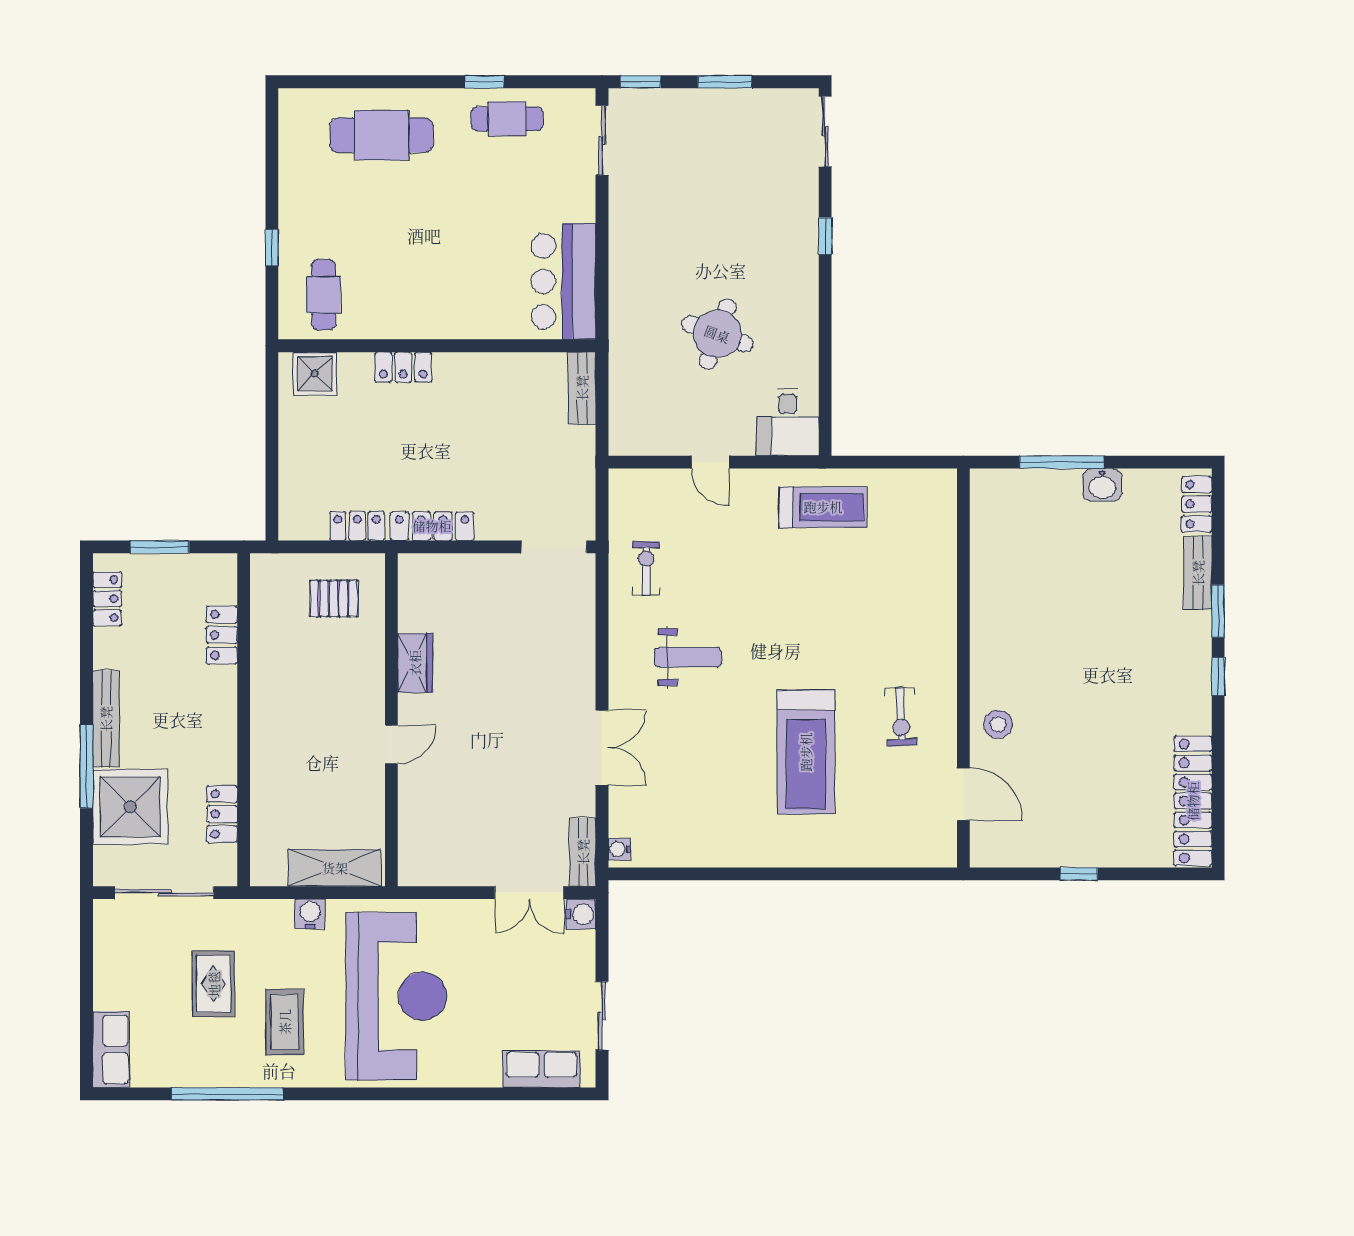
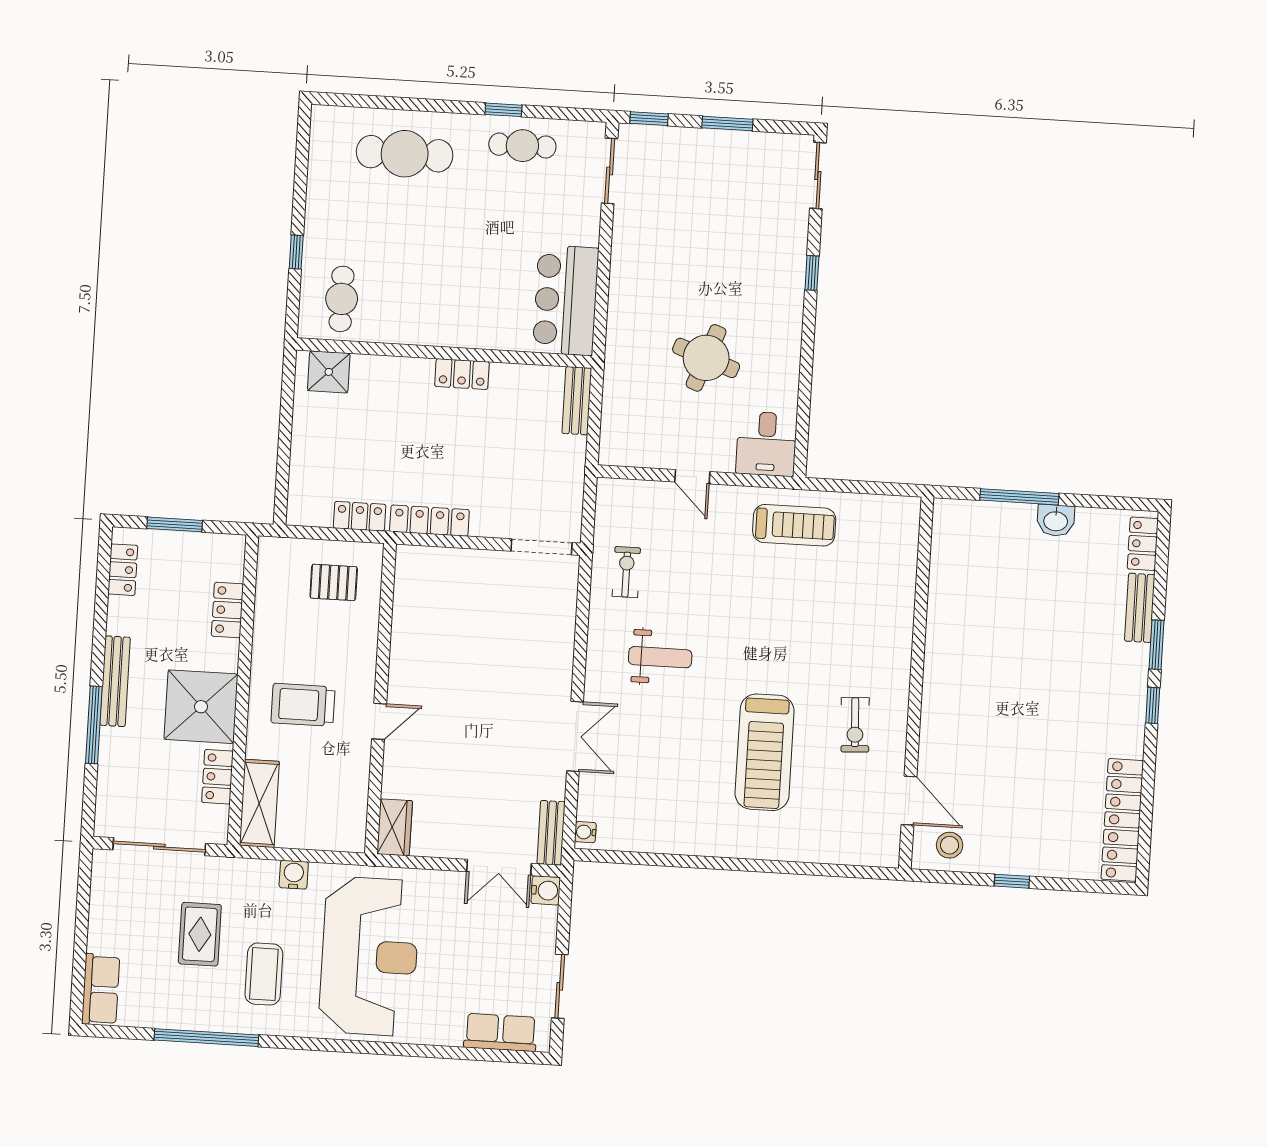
locker: (403, 367) -> (462, 374), moved
wardrobe: (415, 663) -> (395, 827), moved
stool: (998, 724) -> (950, 845), moved
trolley: (309, 732) -> (303, 705), added
shower: (130, 807) -> (201, 707), moved
shelving: (335, 868) -> (259, 803), moved, turned 90

